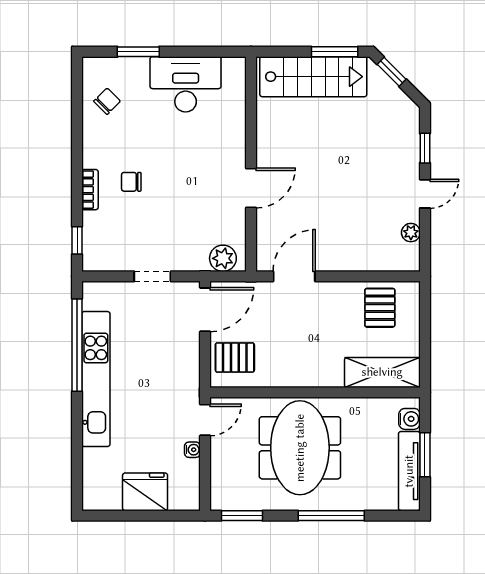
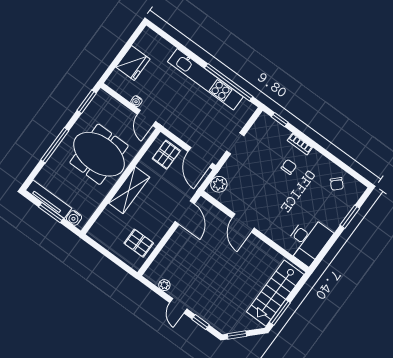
window: (392, 72) -> (237, 335), moved
desk: (186, 84) -> (308, 240), moved
shelving: (382, 372) -> (129, 190), moved

